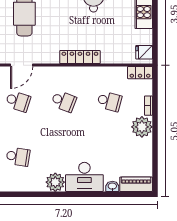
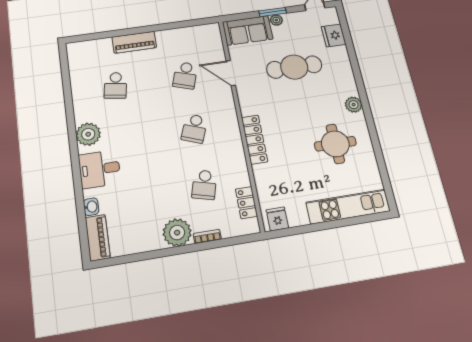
locker: (140, 73) -> (246, 203), moved
desk: (84, 177) -> (100, 169), width x0.73

